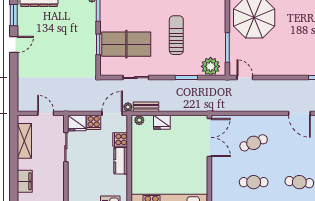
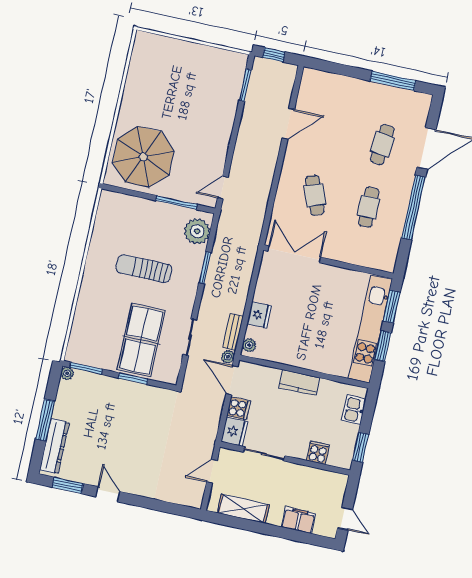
cooker: (120, 139) -> (318, 453), moved, turned 180

